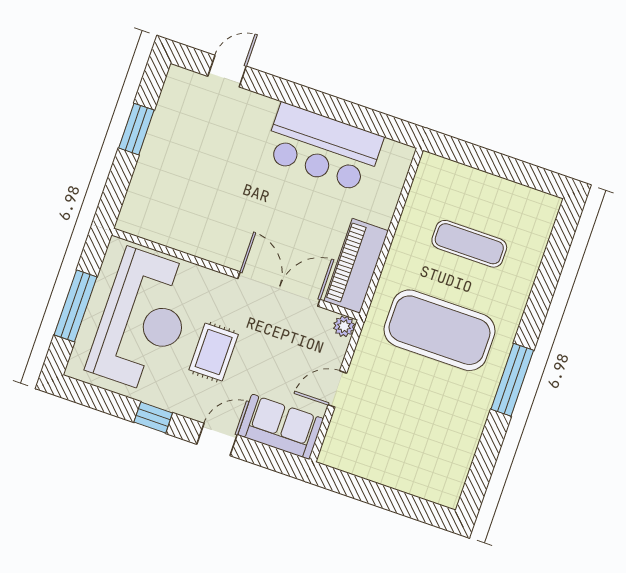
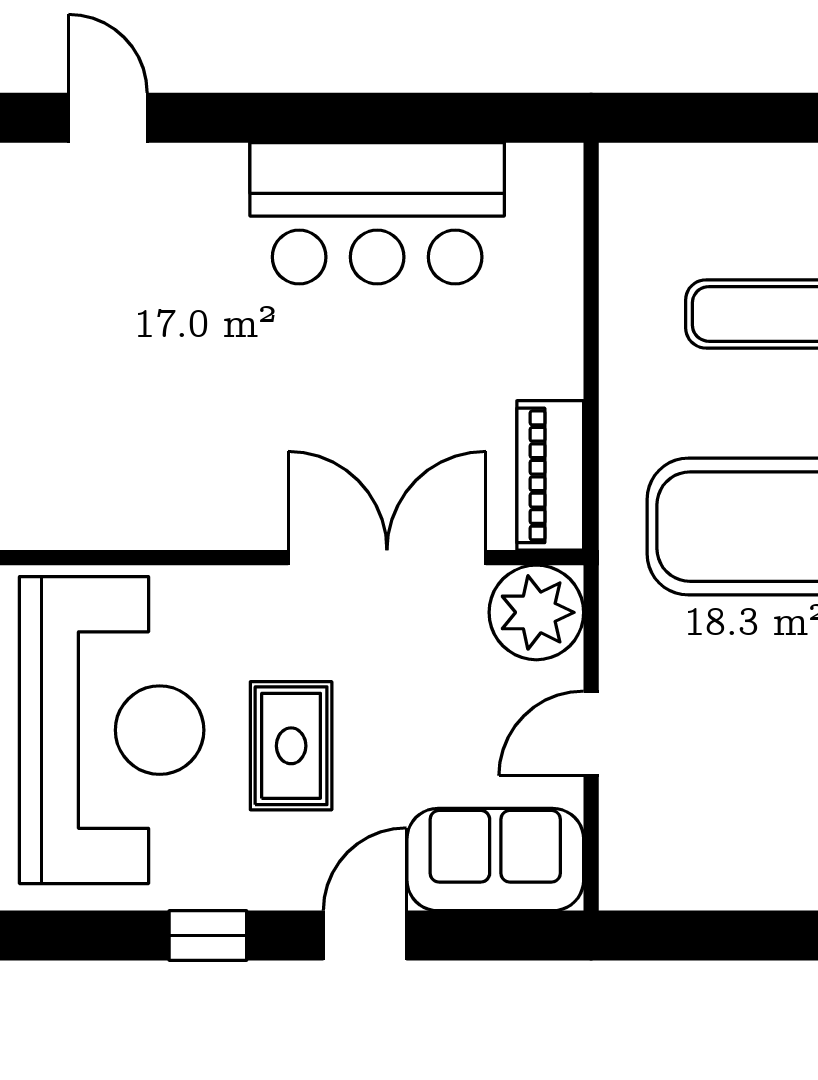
door: (227, 71) -> (108, 118), hinge flipped
piano: (356, 266) -> (550, 475), width x0.73, depth x0.75
plant: (344, 326) -> (536, 612), width x1.88, depth x1.88

